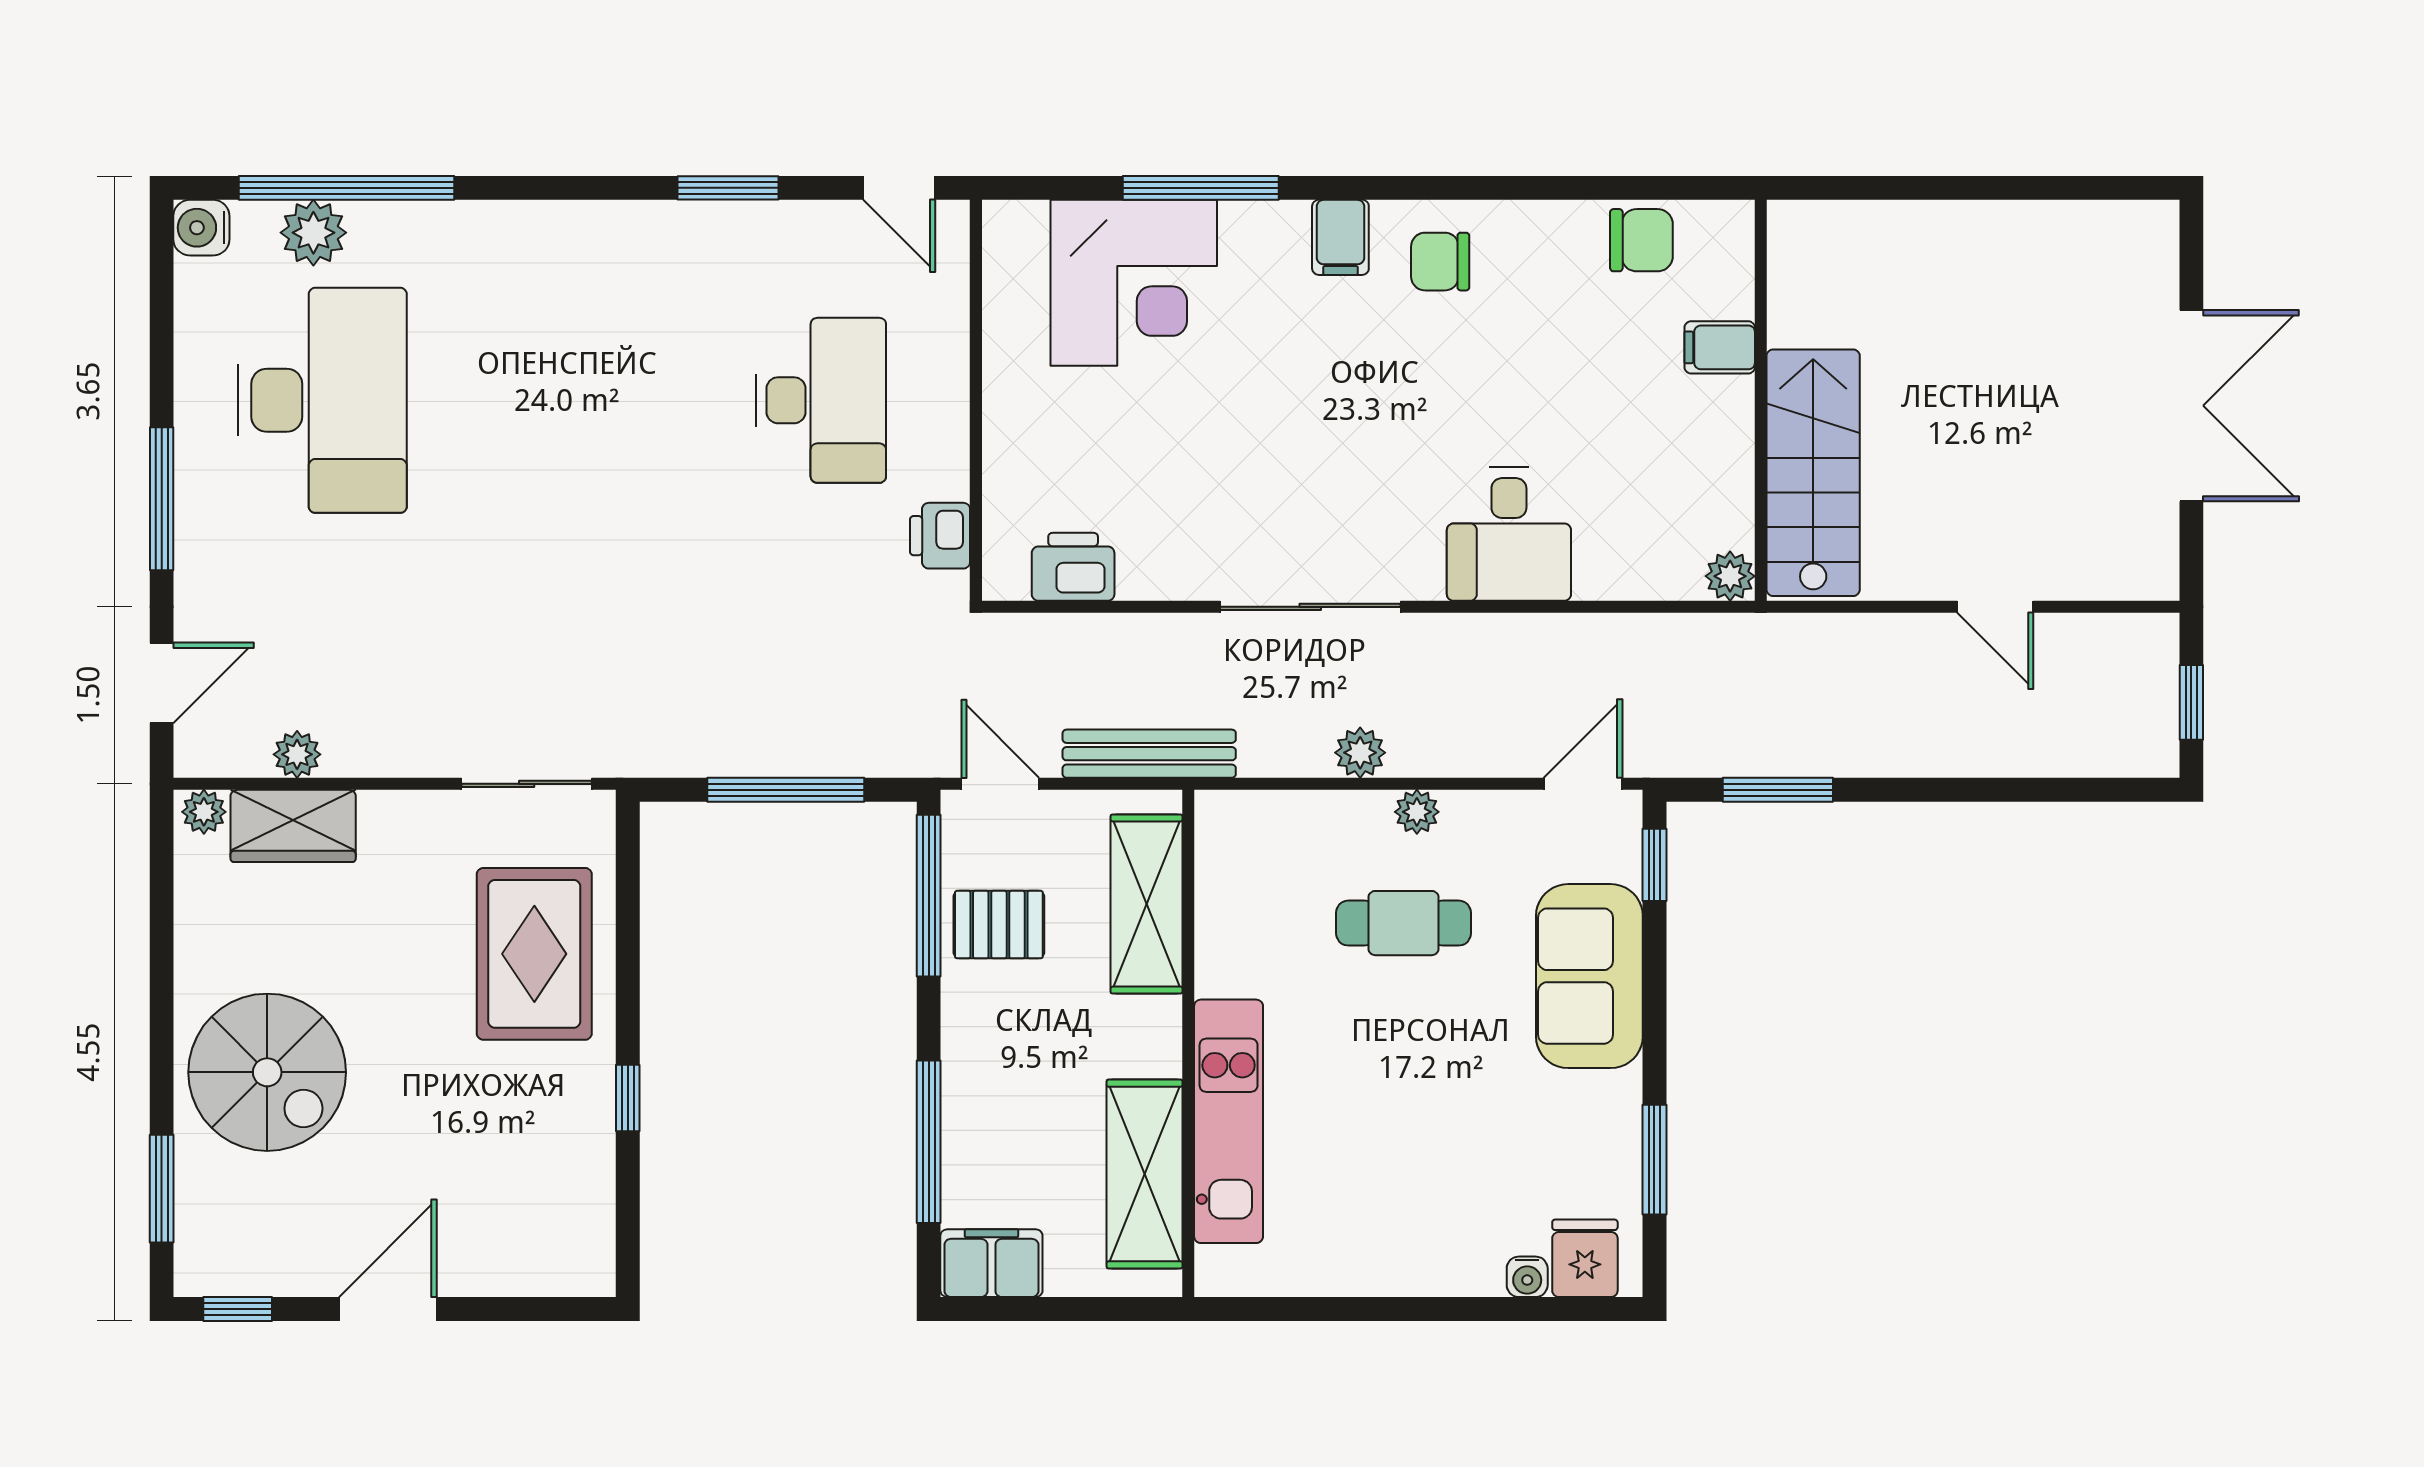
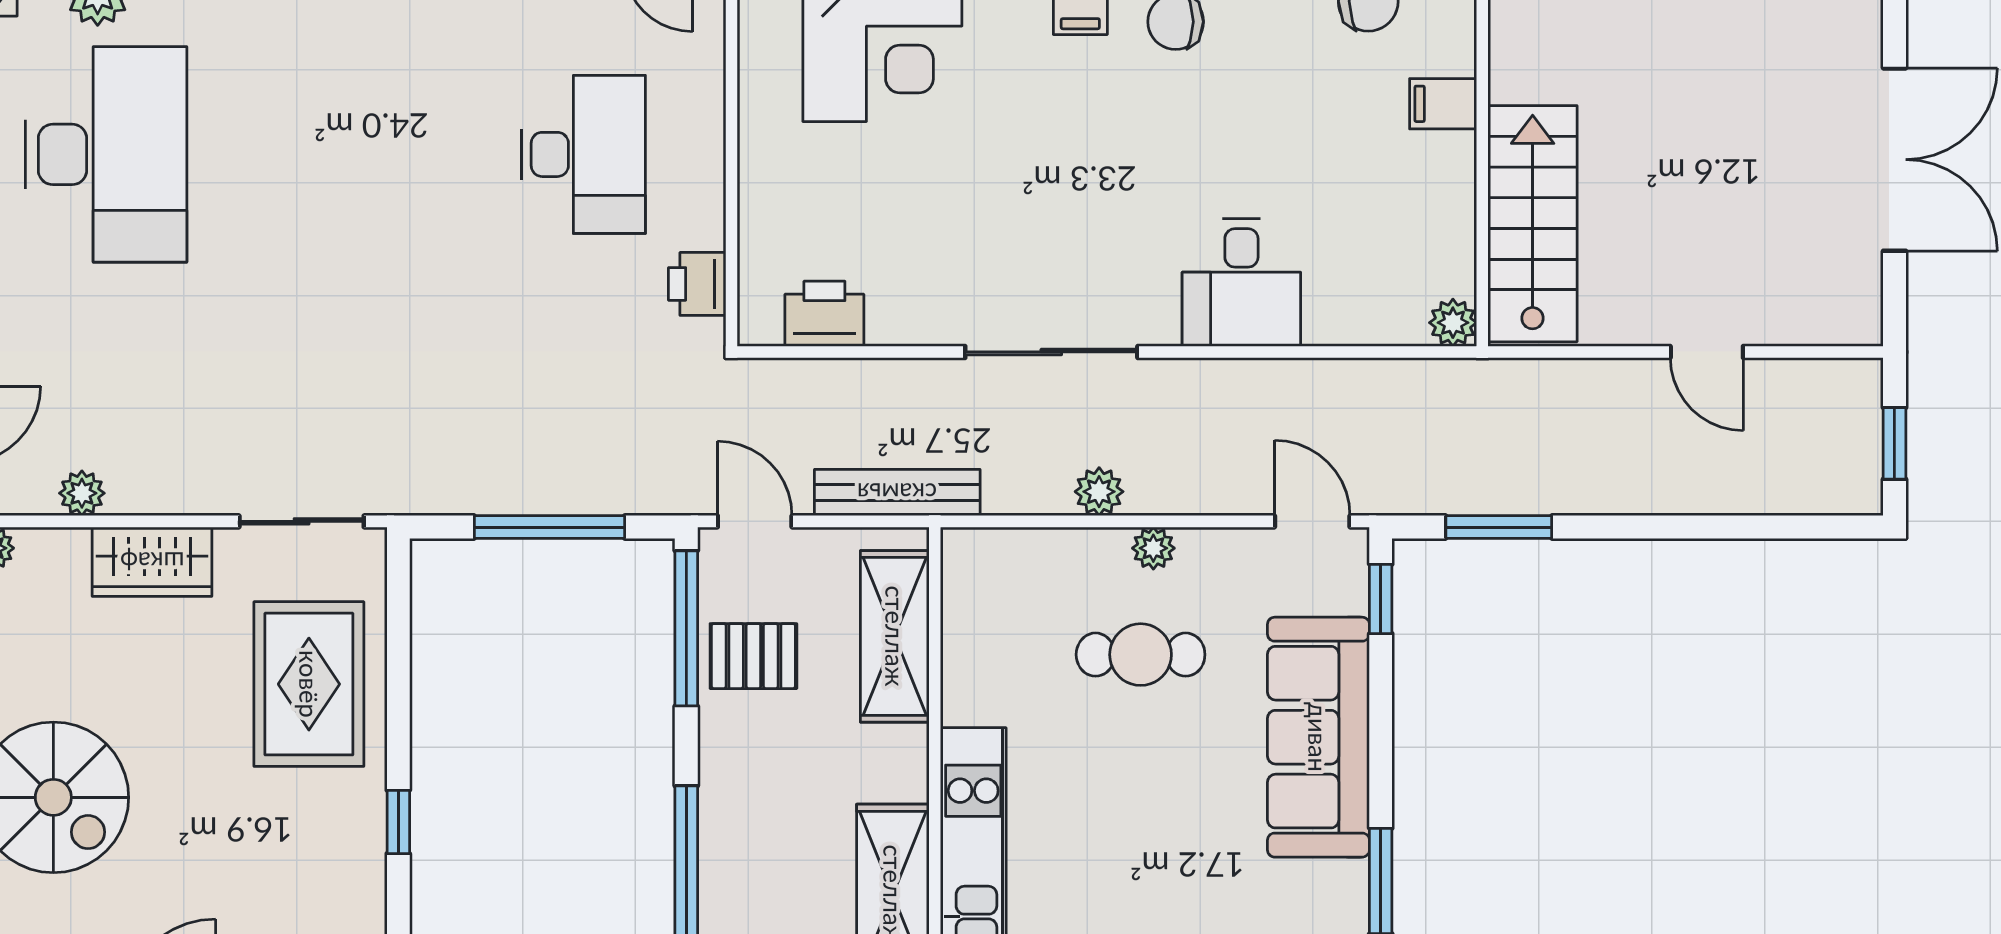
door: (1583, 784) -> (1312, 521), hinge flipped
wardrobe: (293, 826) -> (152, 562), moved
sofa: (1589, 976) -> (1318, 737), width x1.36

